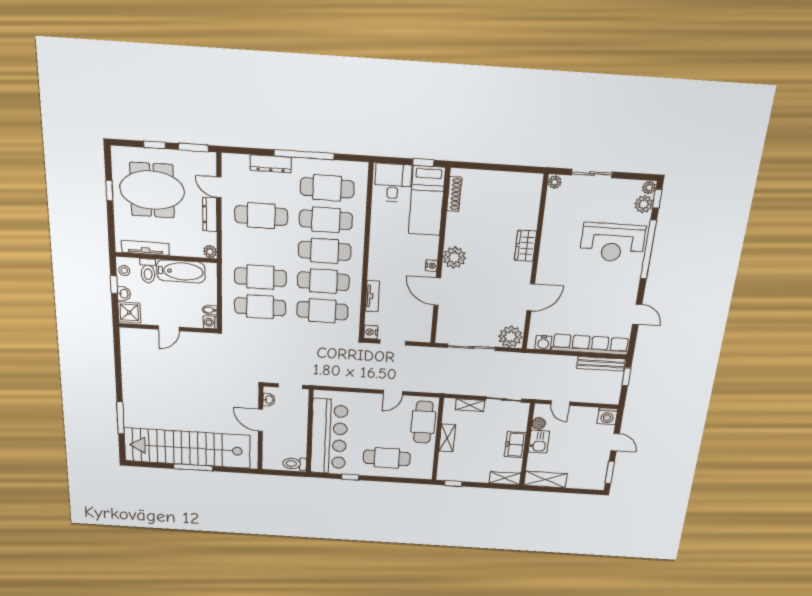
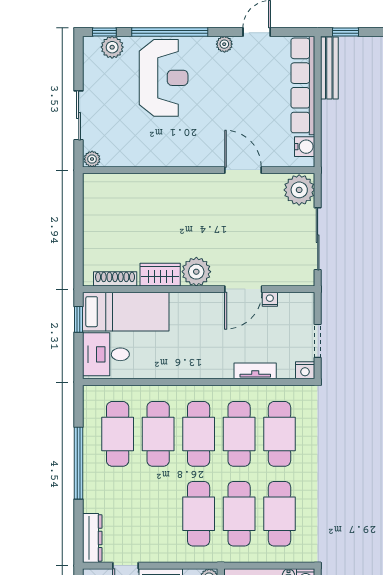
dresser: (271, 164) -> (92, 538), moved
plant: (649, 188) -> (224, 44), moved
cafe table: (261, 216) -> (199, 514), moved
wardrobe: (525, 246) -> (160, 275), moved, turned 180
nightstand: (431, 266) -> (270, 299), moved

